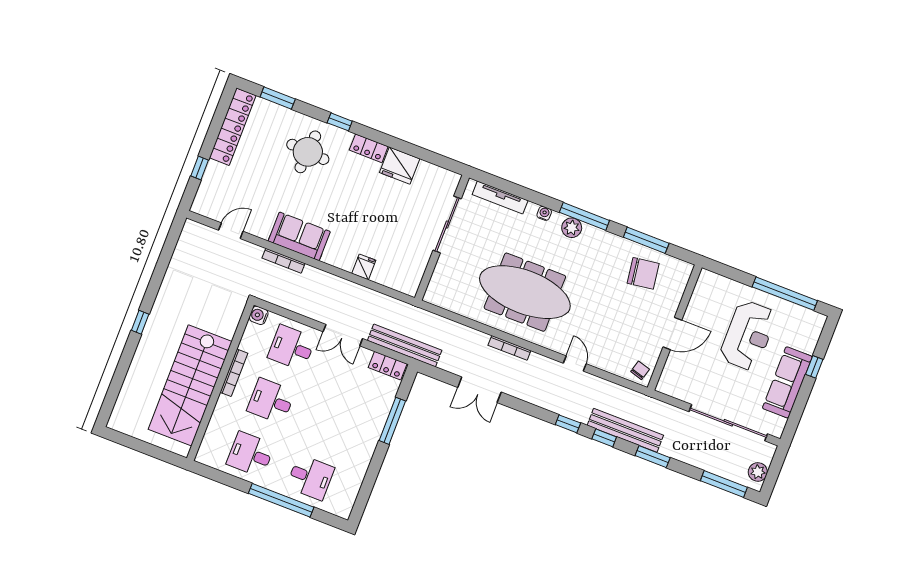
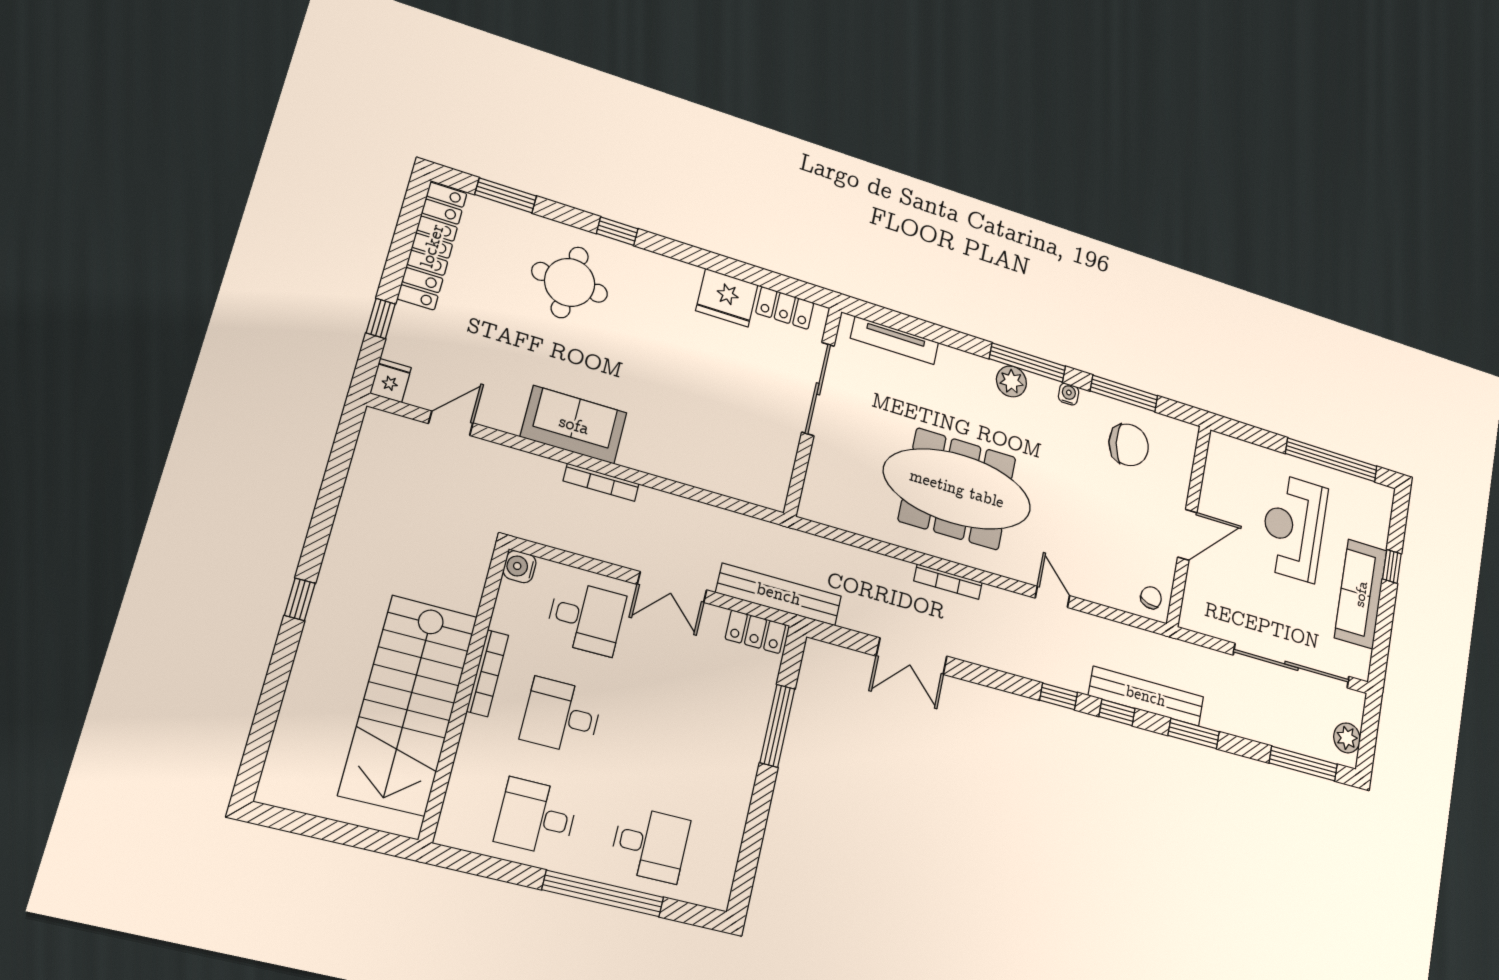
locker: (369, 148) -> (785, 308), moved
water cooler: (544, 213) -> (1069, 394), moved
bookcase: (284, 261) -> (601, 482), moved
fridge: (364, 267) -> (391, 381), moved
reception desk: (748, 335) -> (1294, 528), turned 180
desk: (292, 348) -> (586, 618), turned 180

